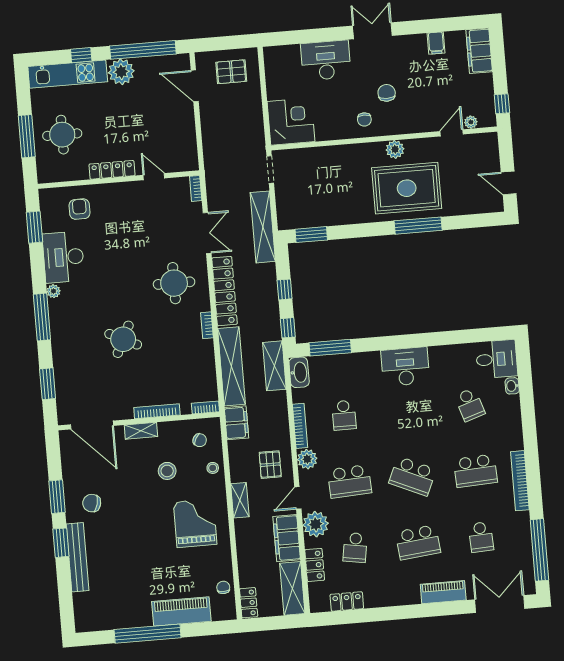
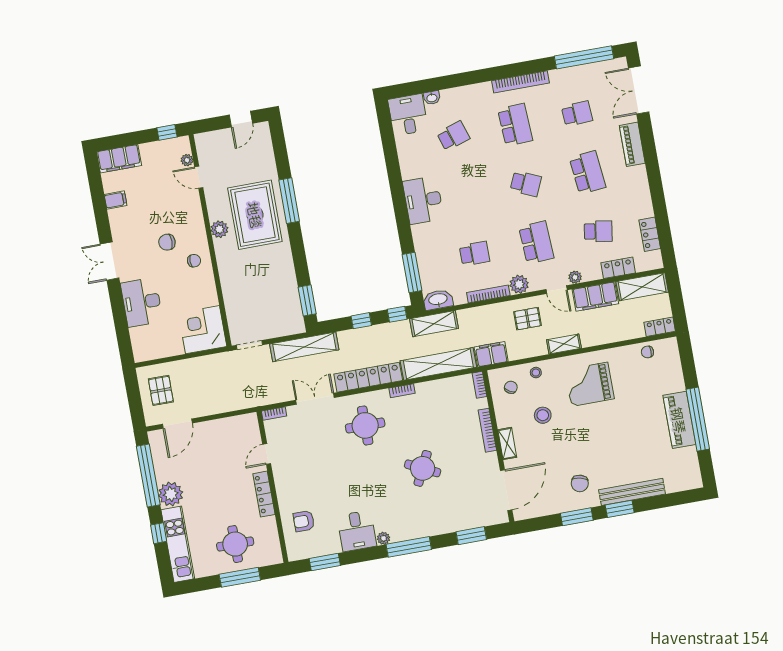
desk: (63, 257) -> (357, 531), width x0.73
school desk: (412, 476) -> (526, 184), width x0.54
plant: (316, 524) -> (575, 277), width x0.53, depth x0.53
piano: (181, 611) -> (679, 420), moved

